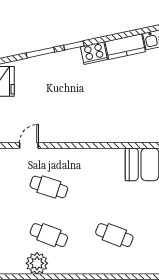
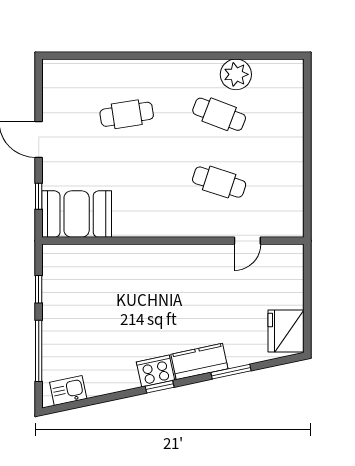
window: (74, 46) -> (160, 387), moved
kitchen counter: (125, 47) -> (199, 361), moved
cafe table: (114, 235) -> (127, 114), turned -30

